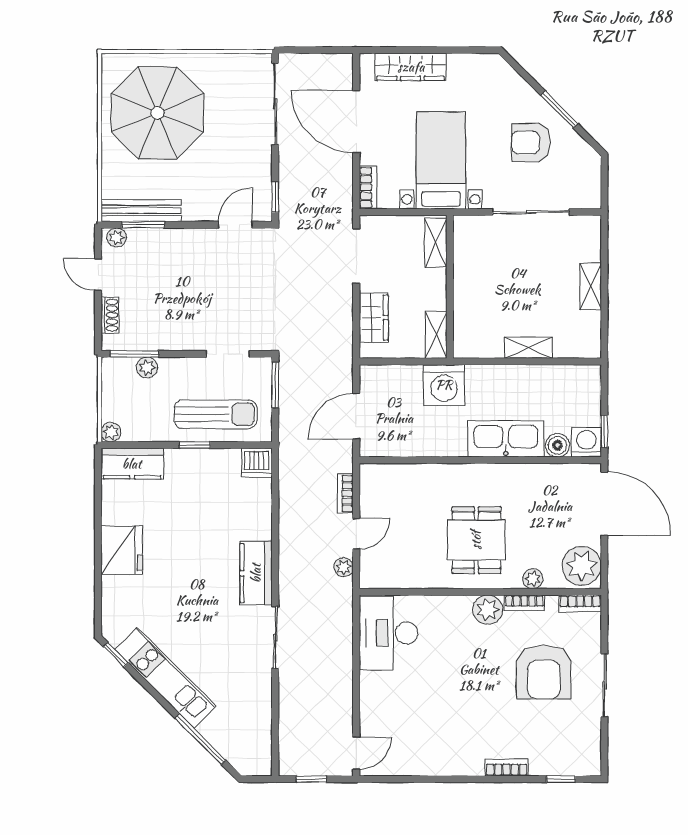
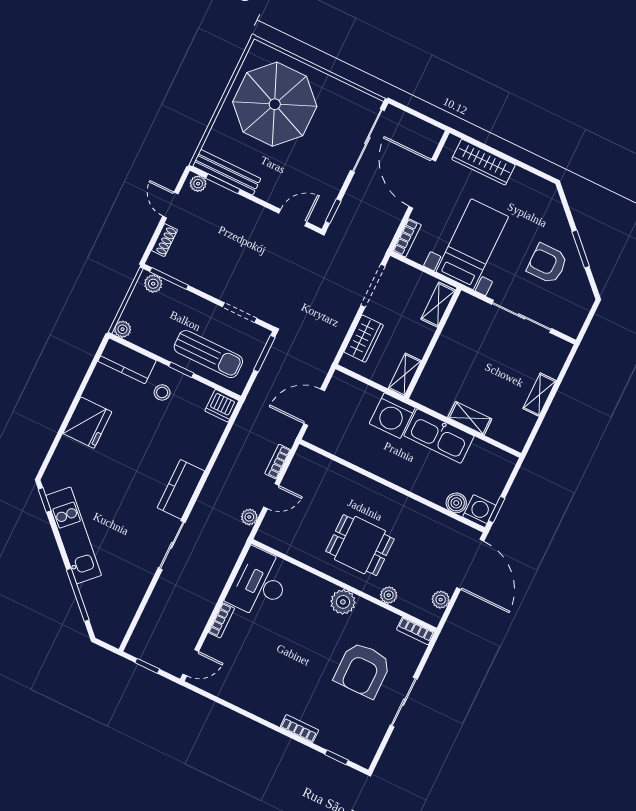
plant: (147, 368) -> (153, 284), moved
kitchen sink: (506, 439) -> (439, 436), moved, turned 180
stool: (186, 479) -> (162, 392), added
dining table: (476, 540) -> (360, 545), turned 90
plant: (582, 566) -> (441, 600), width x0.53, depth x0.53
bookcase: (524, 603) -> (221, 620), moved, turned -90

